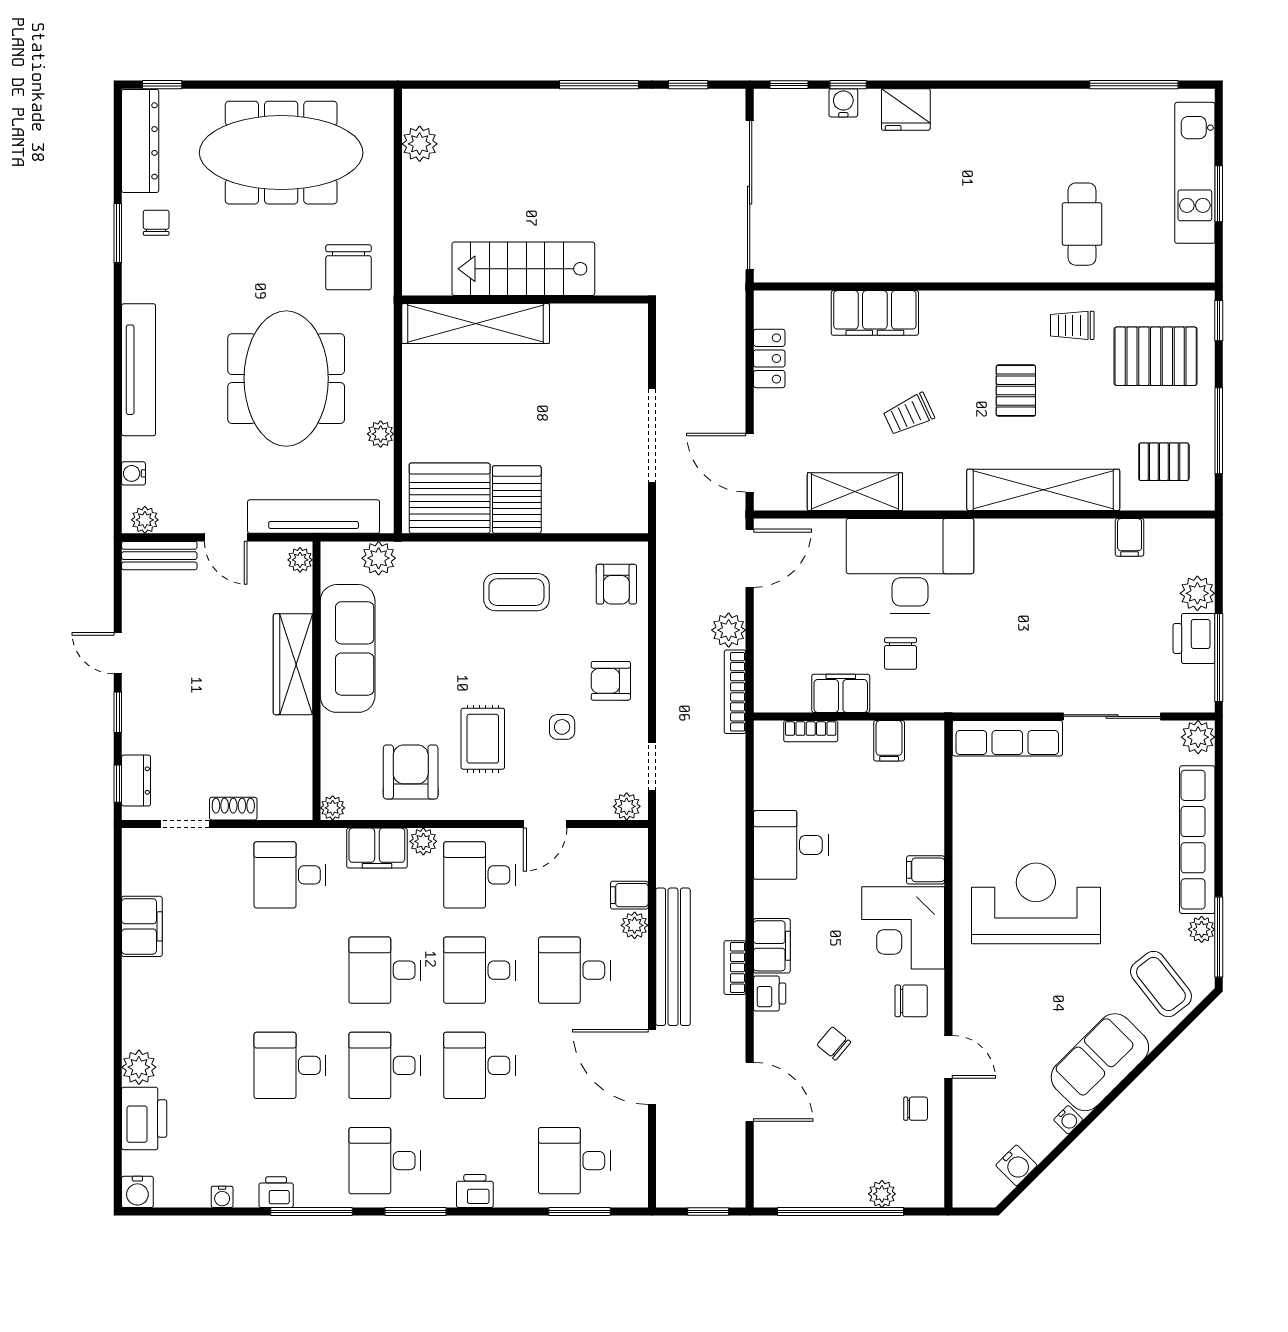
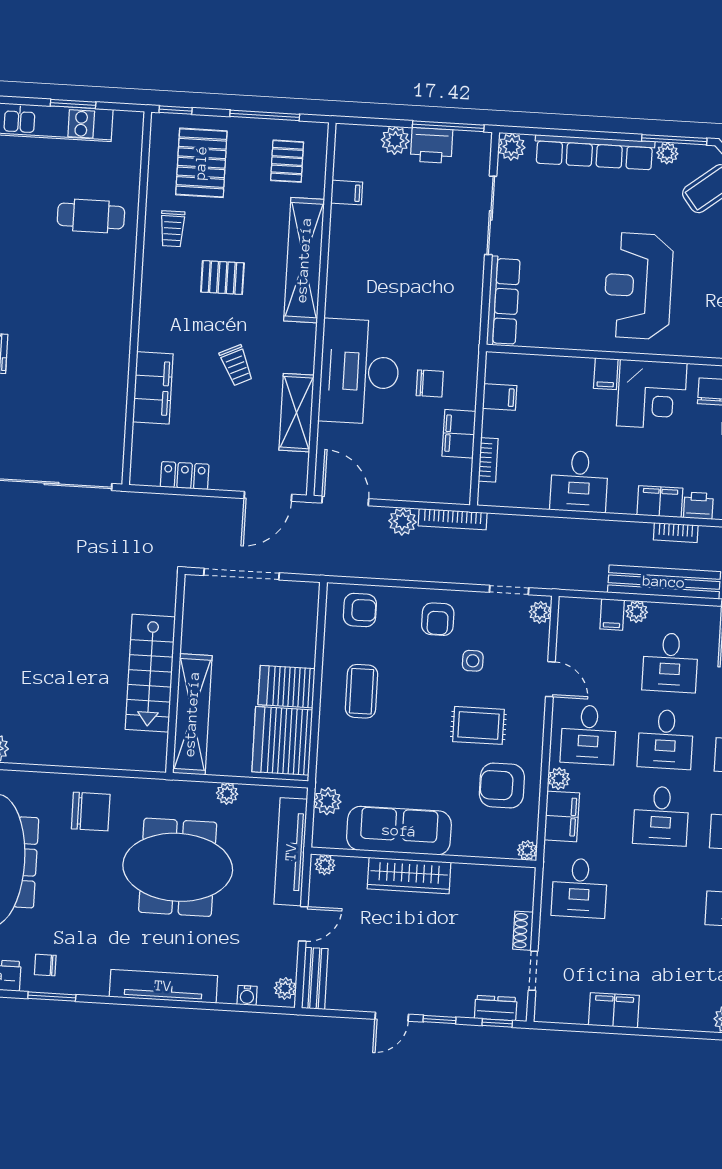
stairs: (523, 269) -> (150, 673), moved
wall: (525, 300) -> (175, 673), moved
shelving: (476, 324) -> (192, 714), moved

